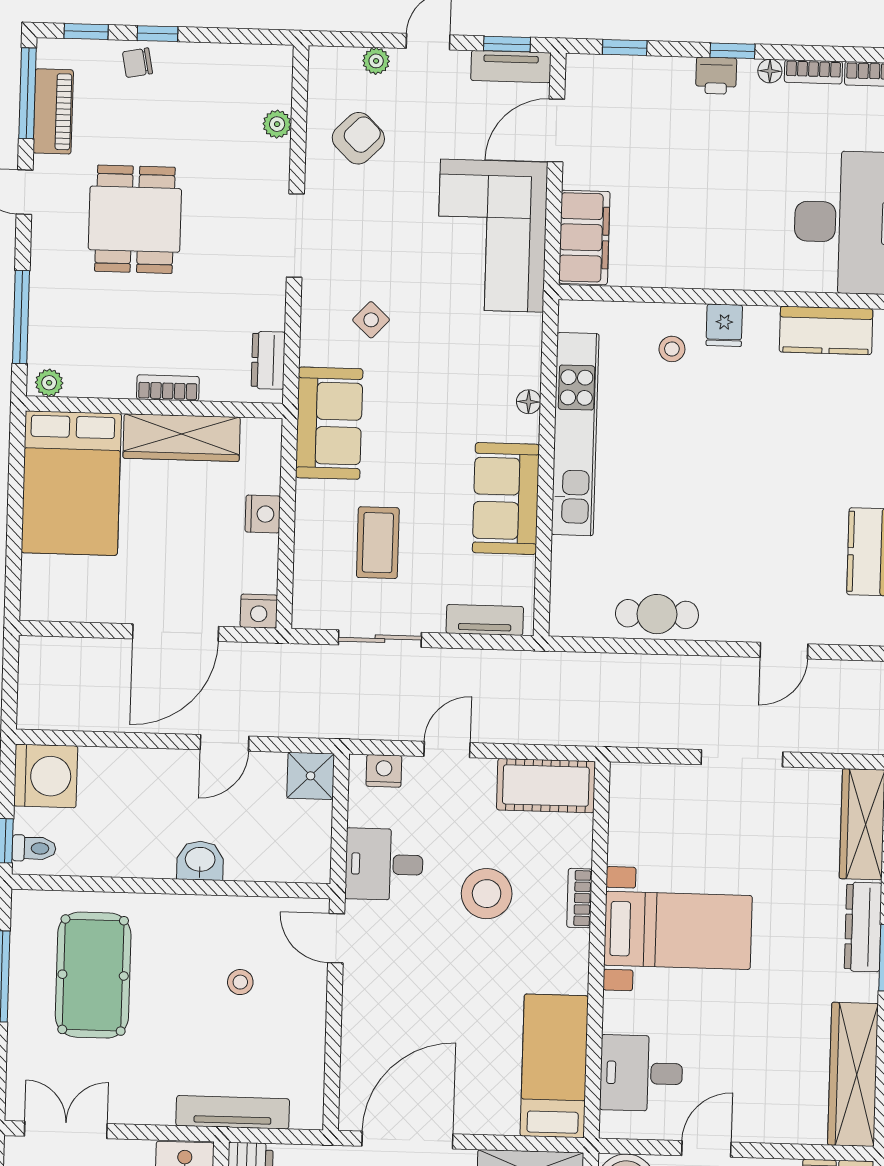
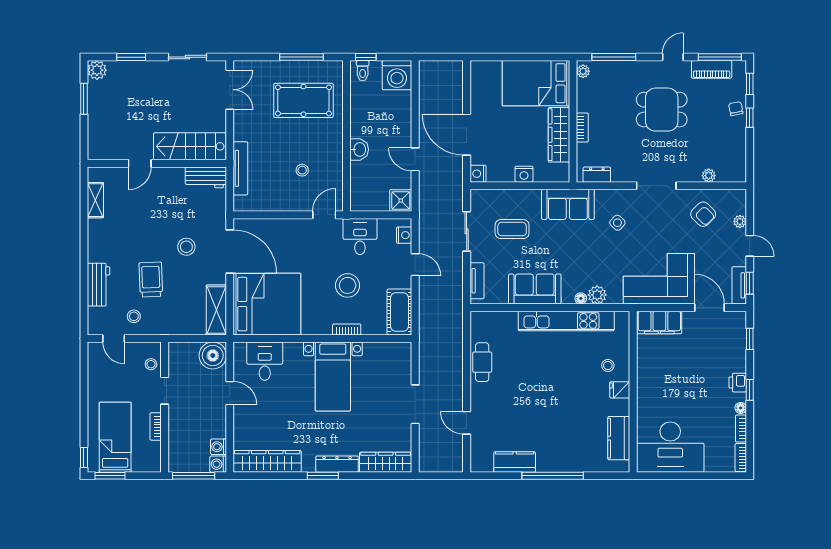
plant: (522, 367) -> (597, 295), added
bed: (554, 1066) -> (267, 304), width x2.04

